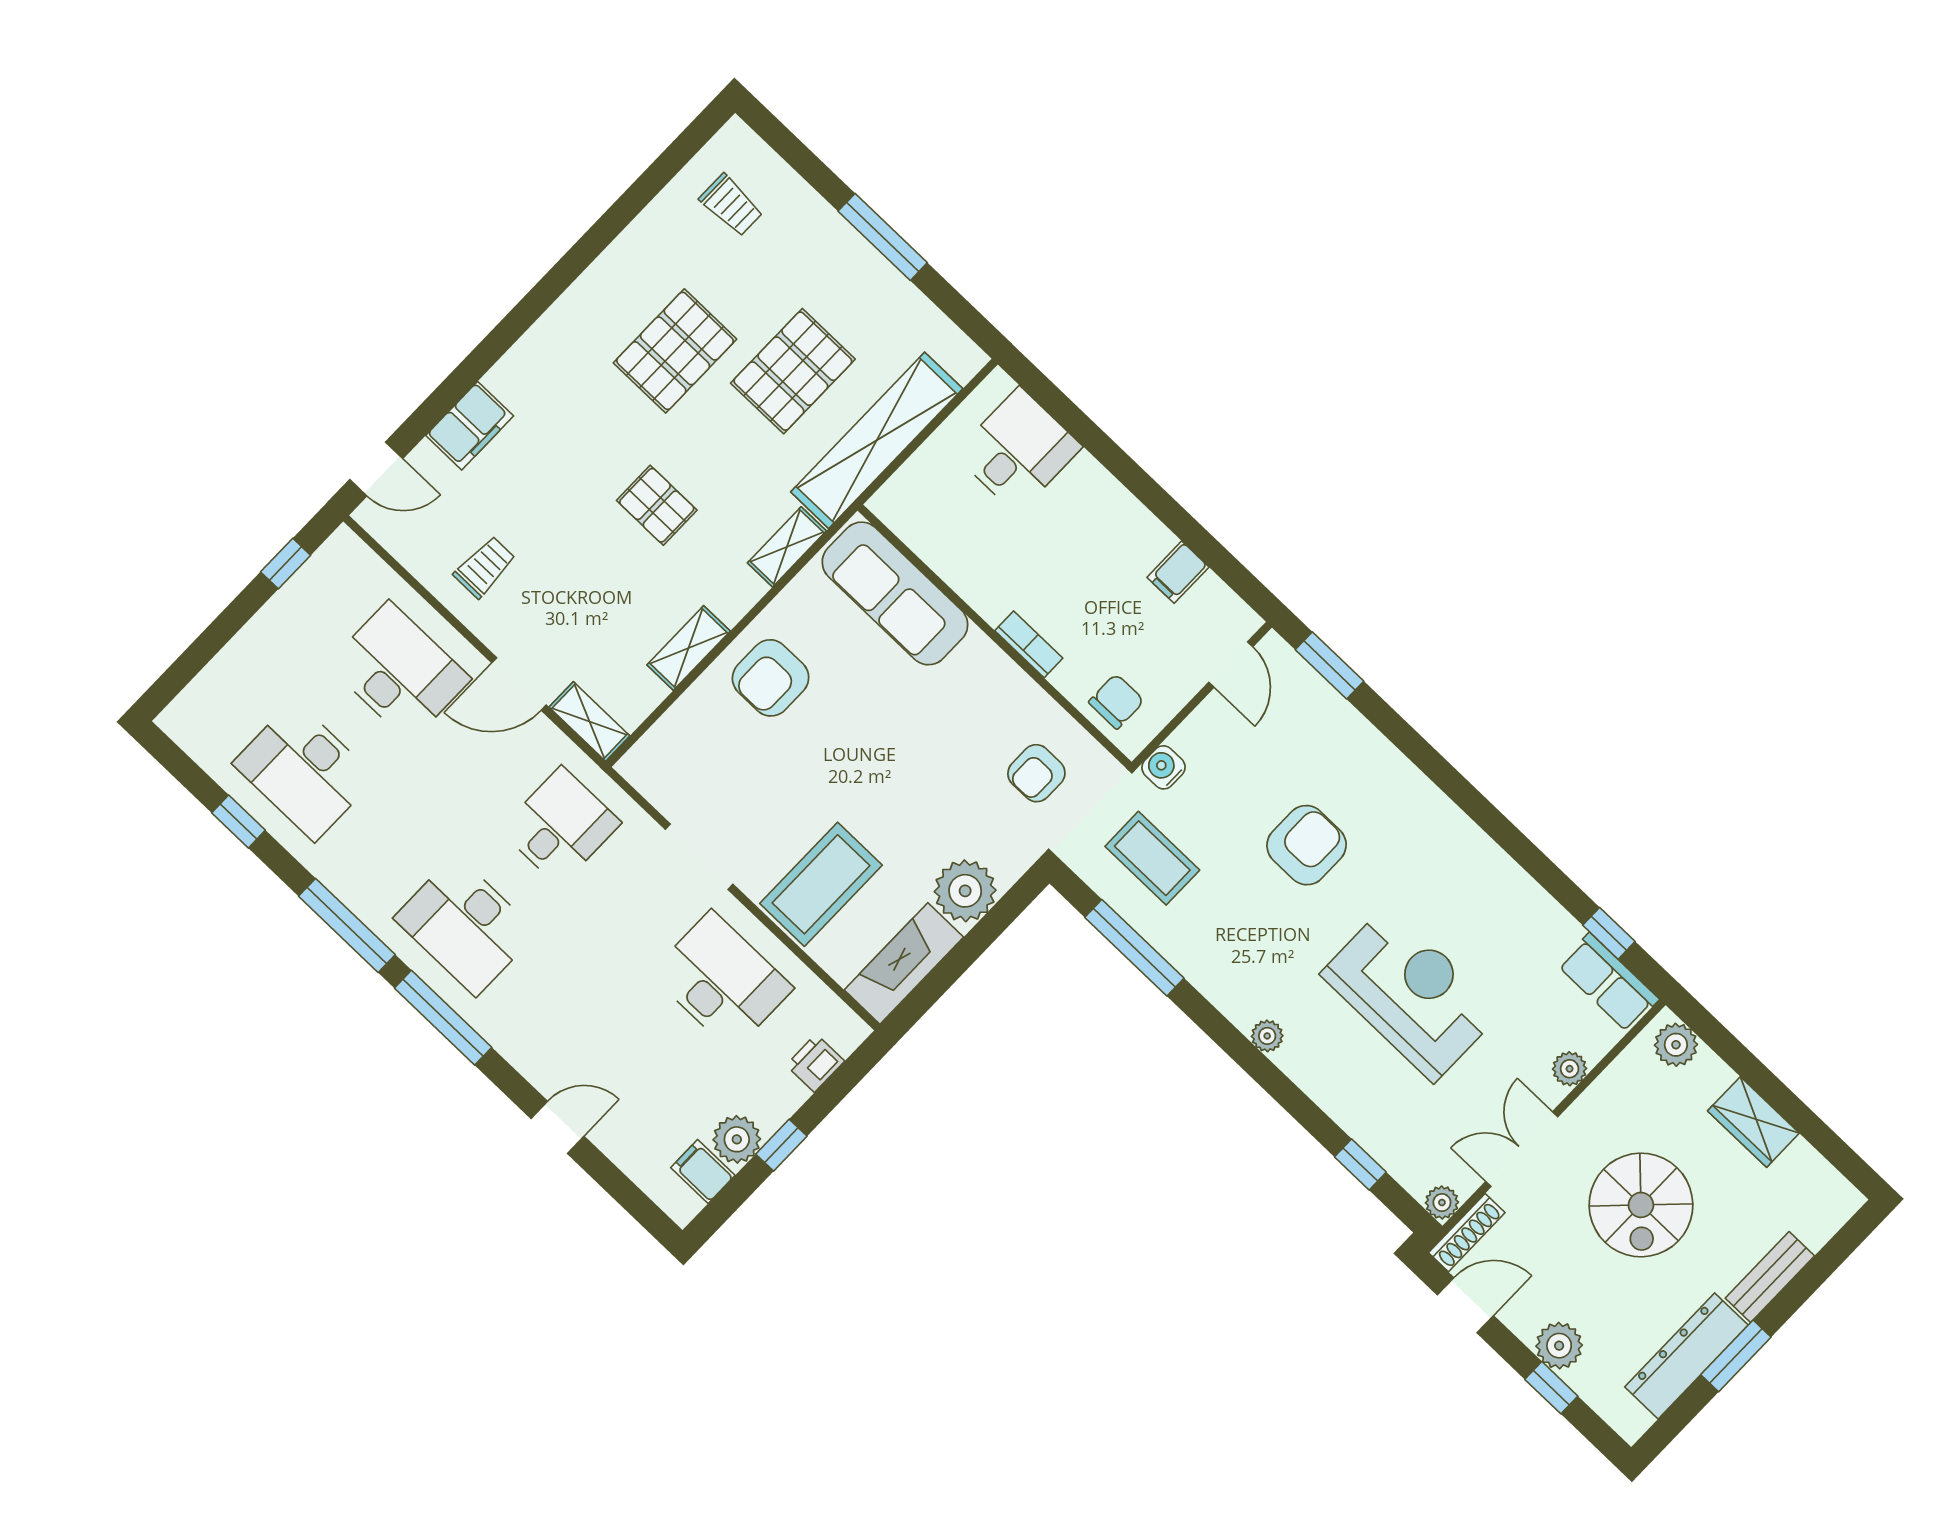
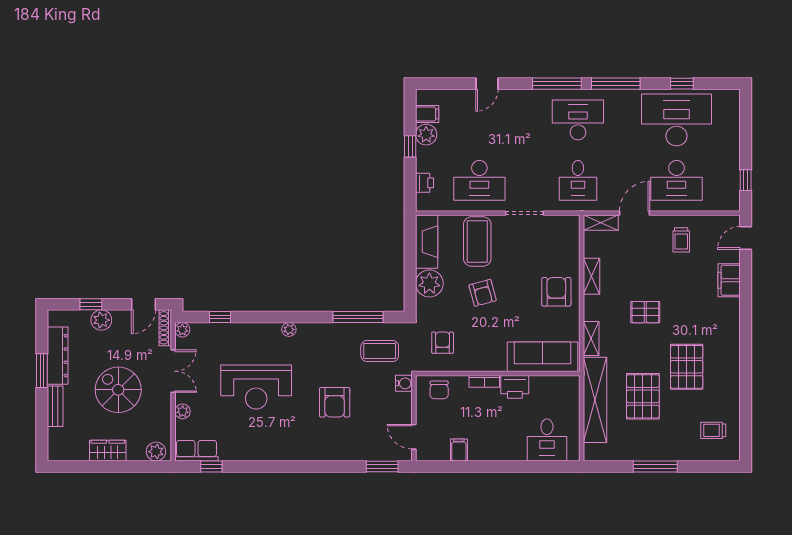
printer: (988, 588) -> (515, 387), added
desk: (304, 771) -> (677, 120), width x1.36, depth x1.30
armchair: (893, 792) -> (483, 293), added

